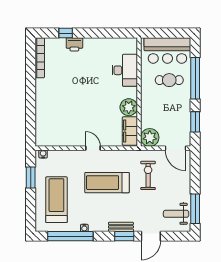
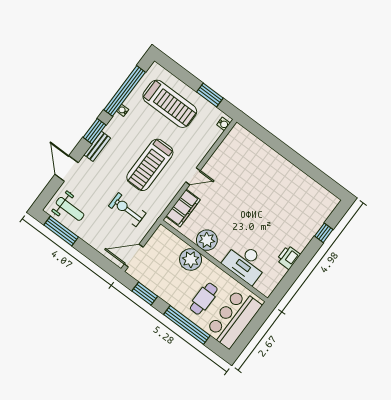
printer: (74, 44) -> (288, 257), moved
bookcase: (40, 58) -> (319, 190), removed
filing cabinet: (130, 131) -> (183, 208), moved, turned 90
plant: (150, 137) -> (191, 260), moved
exercise bike: (148, 175) -> (127, 210), turned 180
treadmill: (107, 183) -> (150, 165), turned 180
weight bench: (176, 214) -> (70, 209), turned 90
window: (124, 236) -> (95, 131), moved

